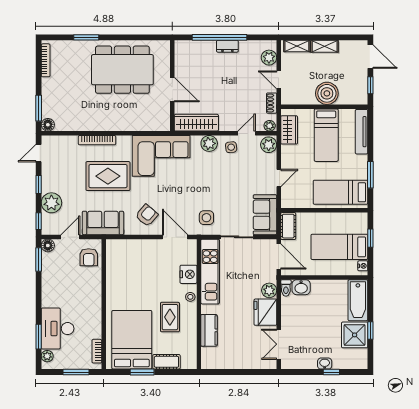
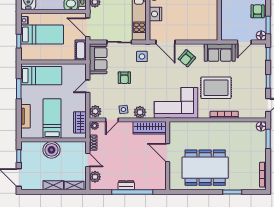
tv unit: (362, 132) -> (26, 116), width x0.71
armchair: (230, 189) -> (124, 78), added
plant: (51, 203) -> (258, 68), removed
armchair: (89, 257) -> (258, 11), moved

